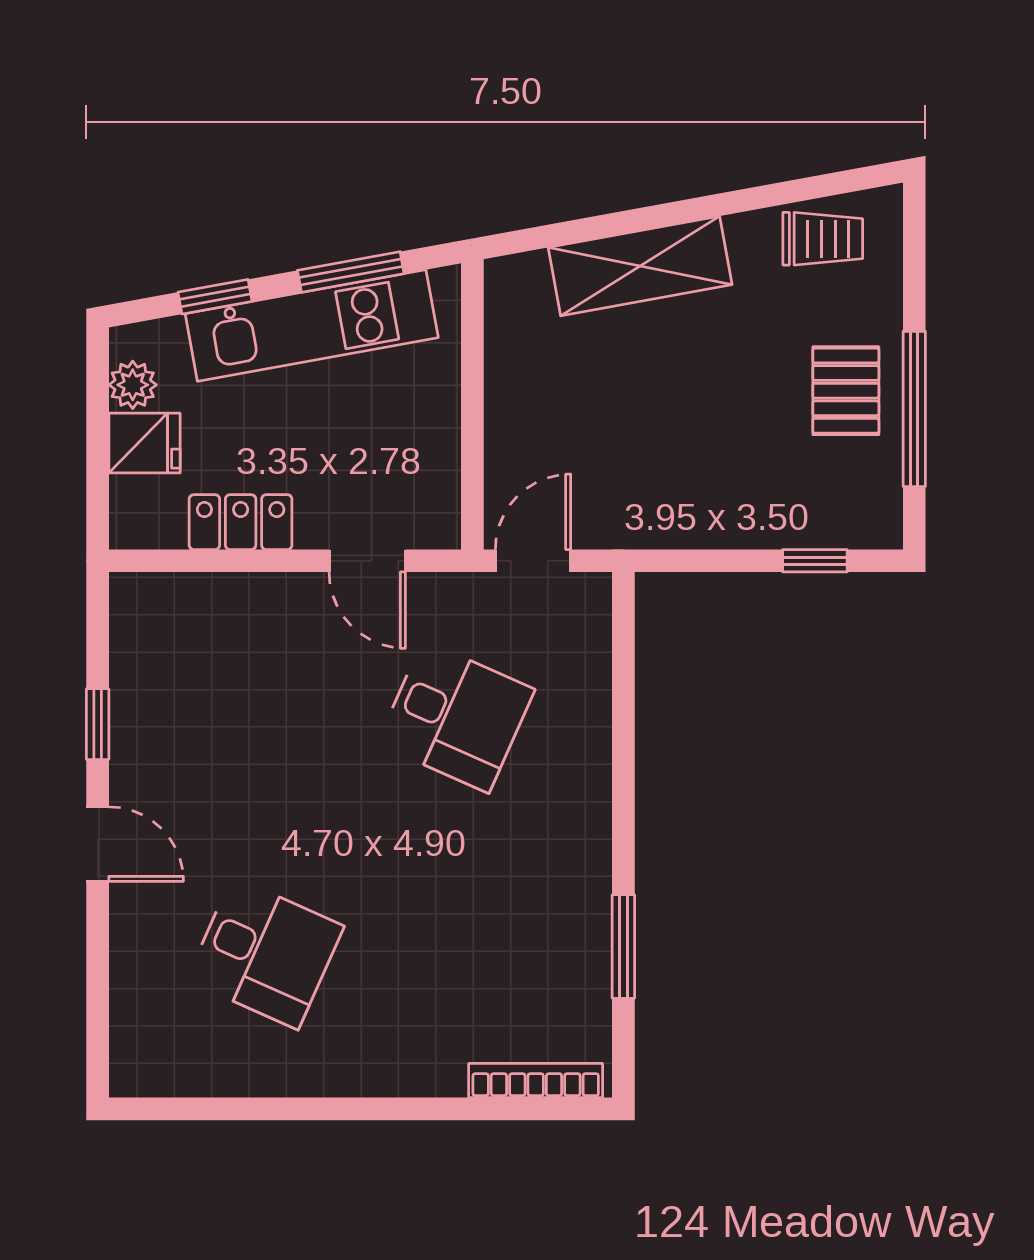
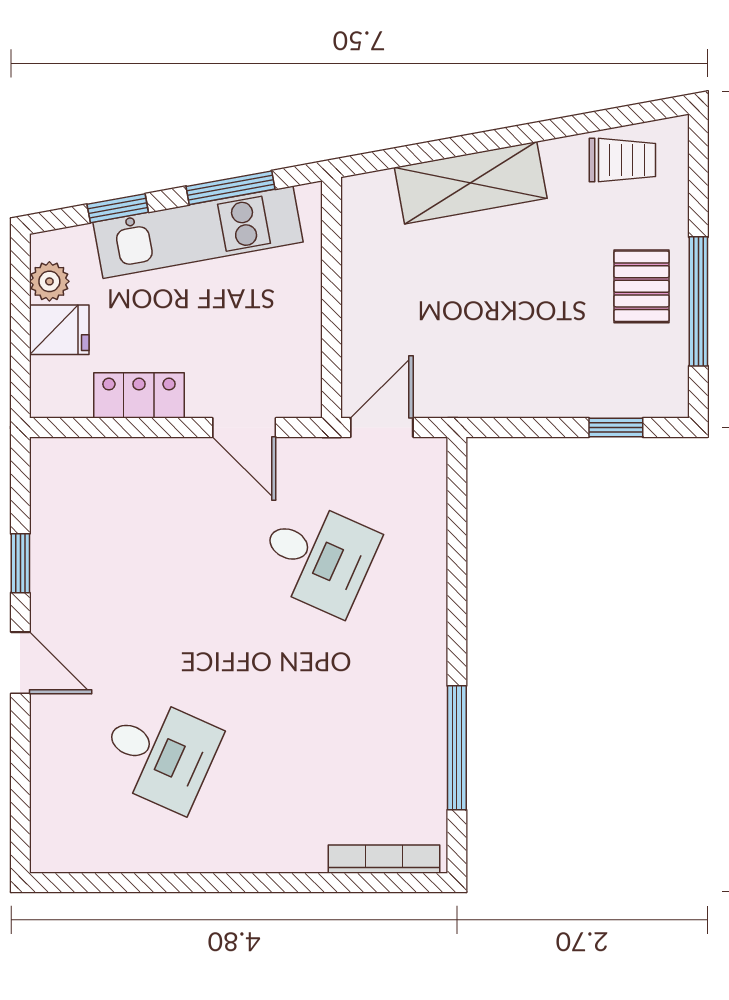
window: (623, 947) -> (457, 748), width x1.44

